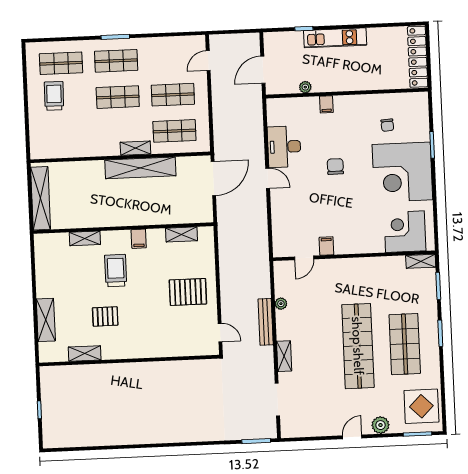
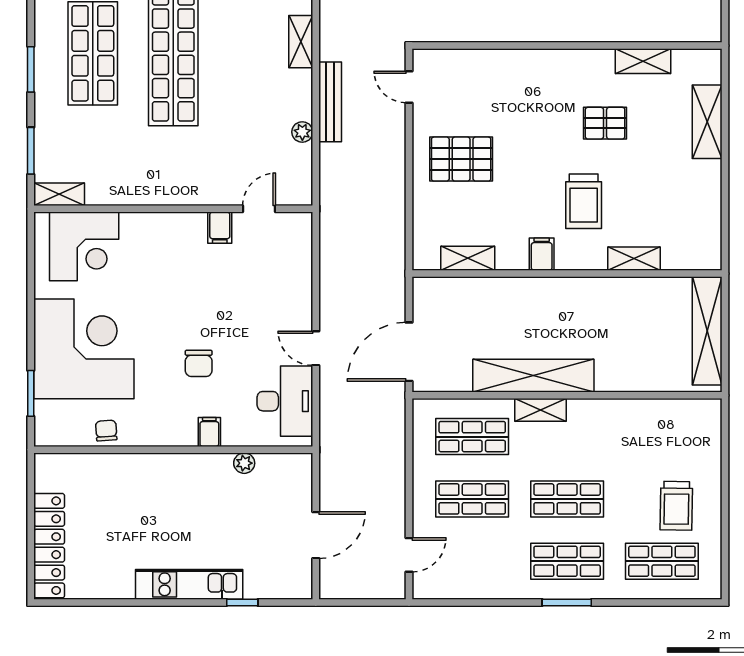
plant: (305, 87) -> (244, 463), moved
wall: (347, 93) -> (173, 450), moved
filing cabinet: (326, 104) -> (209, 432), moved

